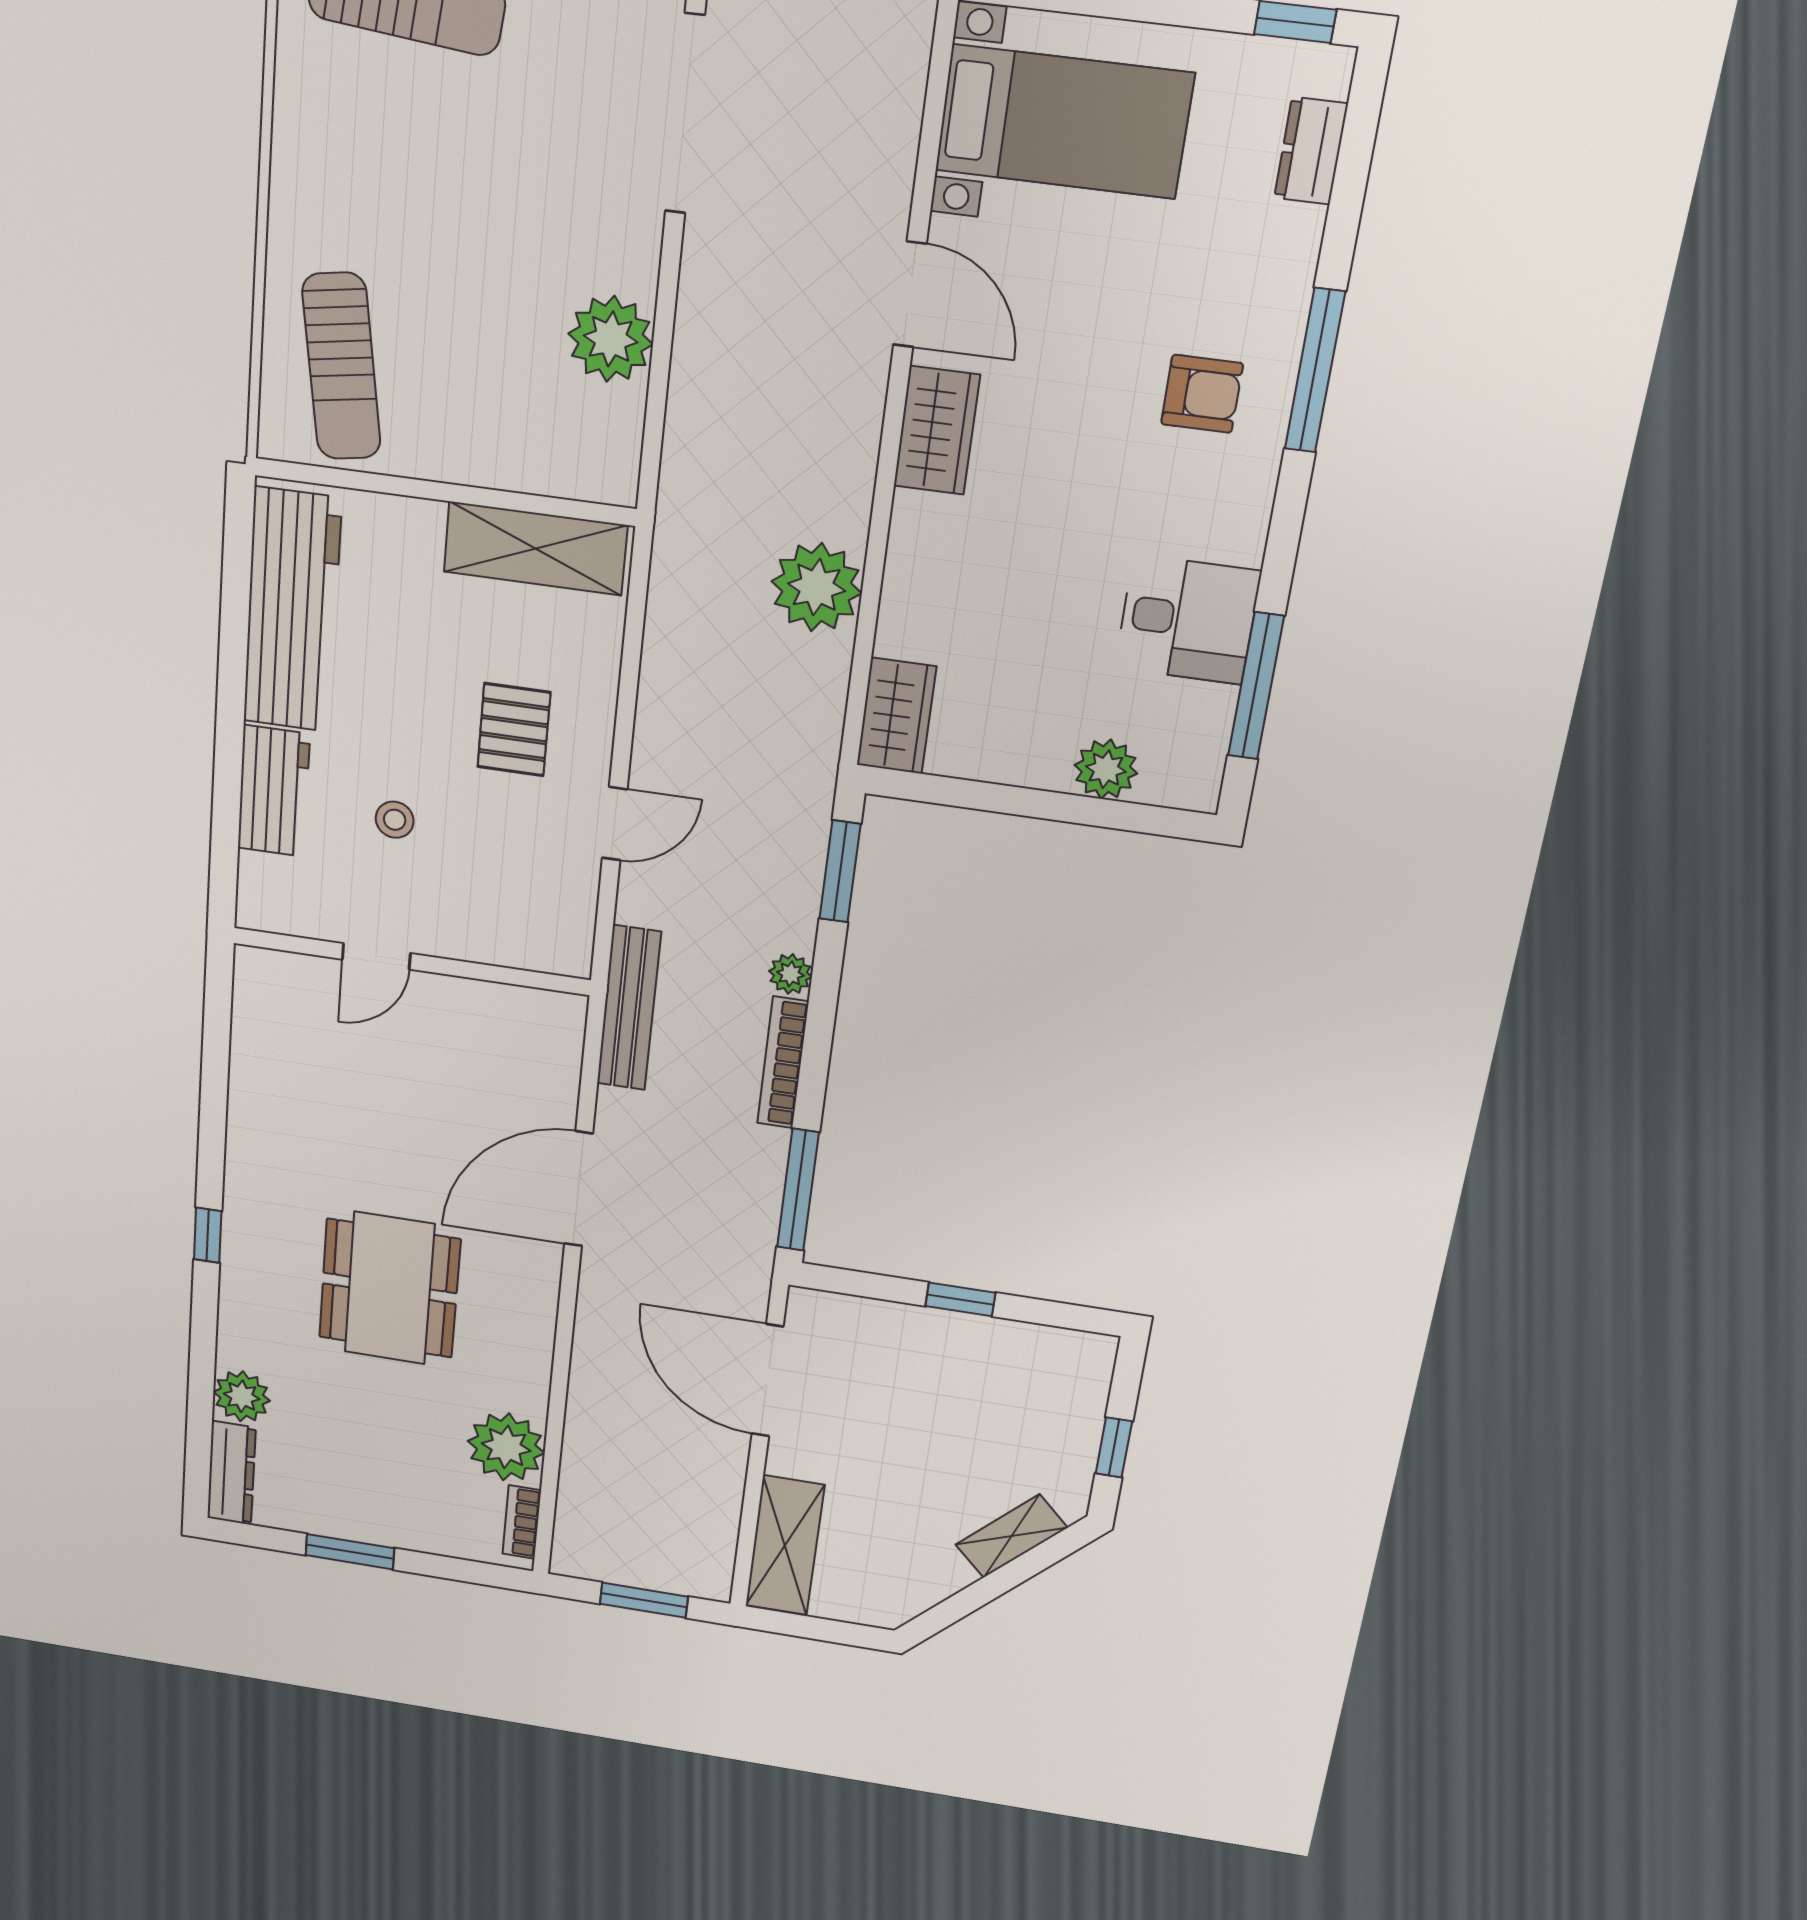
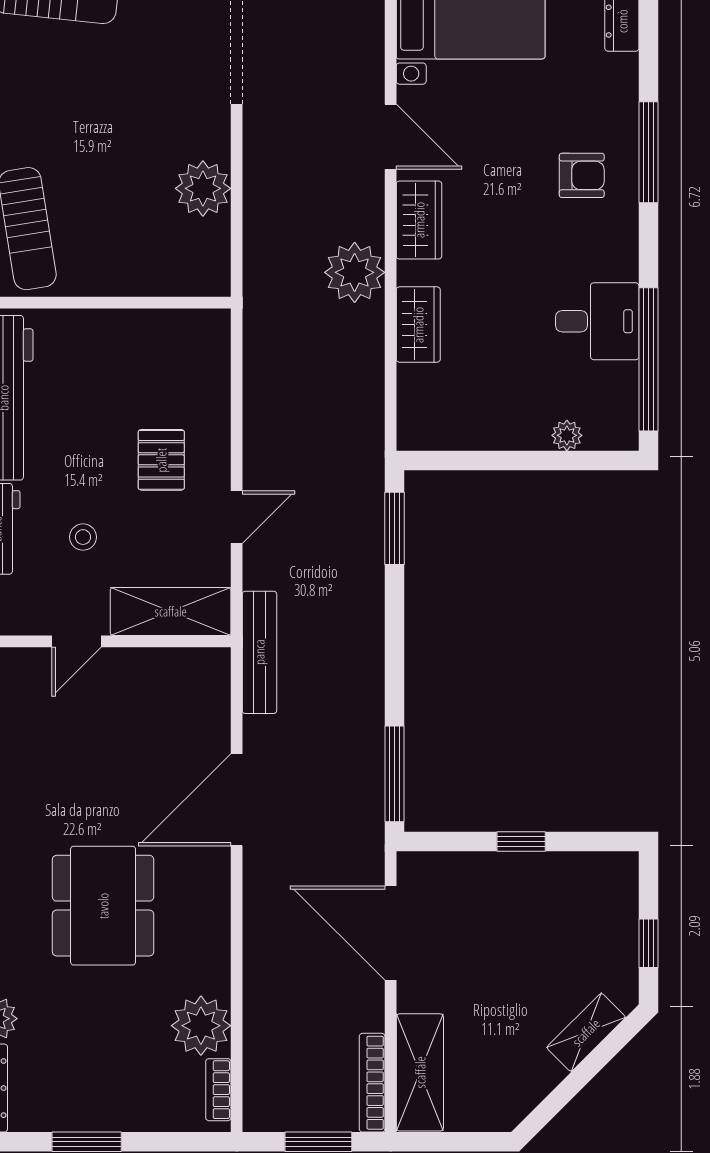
shelving: (535, 549) -> (171, 611), moved
plant: (817, 587) -> (355, 272), moved
window: (1256, 686) -> (648, 359), width x1.46
wardrobe: (896, 716) -> (418, 325), moved
plant: (1106, 769) -> (567, 435), width x0.73, depth x0.73
plant: (790, 974) -> (370, 609), removed
bookcase: (783, 1063) -> (372, 1083), moved

